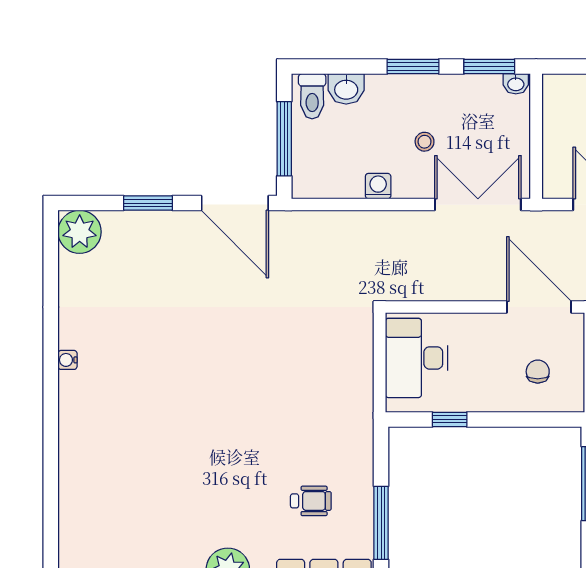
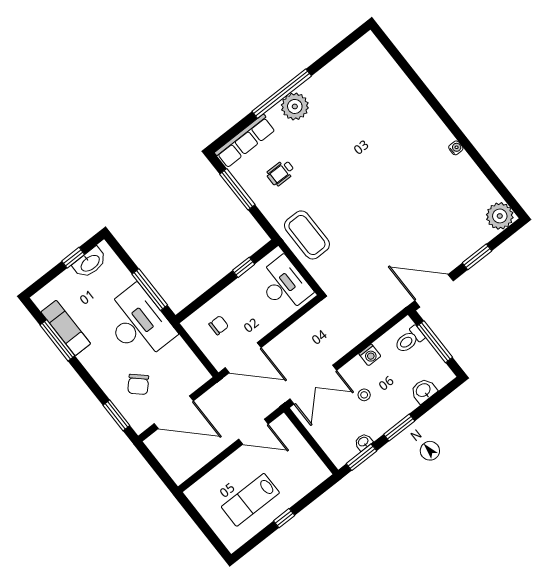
washbasin: (516, 84) -> (363, 442), moved
toilet: (312, 96) -> (409, 340), moved, turned -90
chair: (538, 372) -> (219, 325), turned -90
coffee table: (339, 397) -> (307, 235), added

